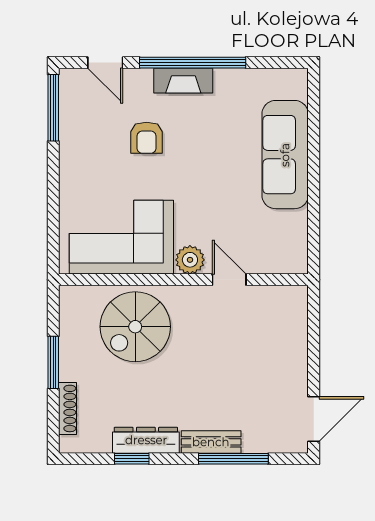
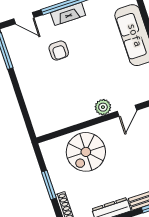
corner sofa: (121, 237) -> (63, 107), removed
door: (229, 280) -> (127, 111), swing flipped

